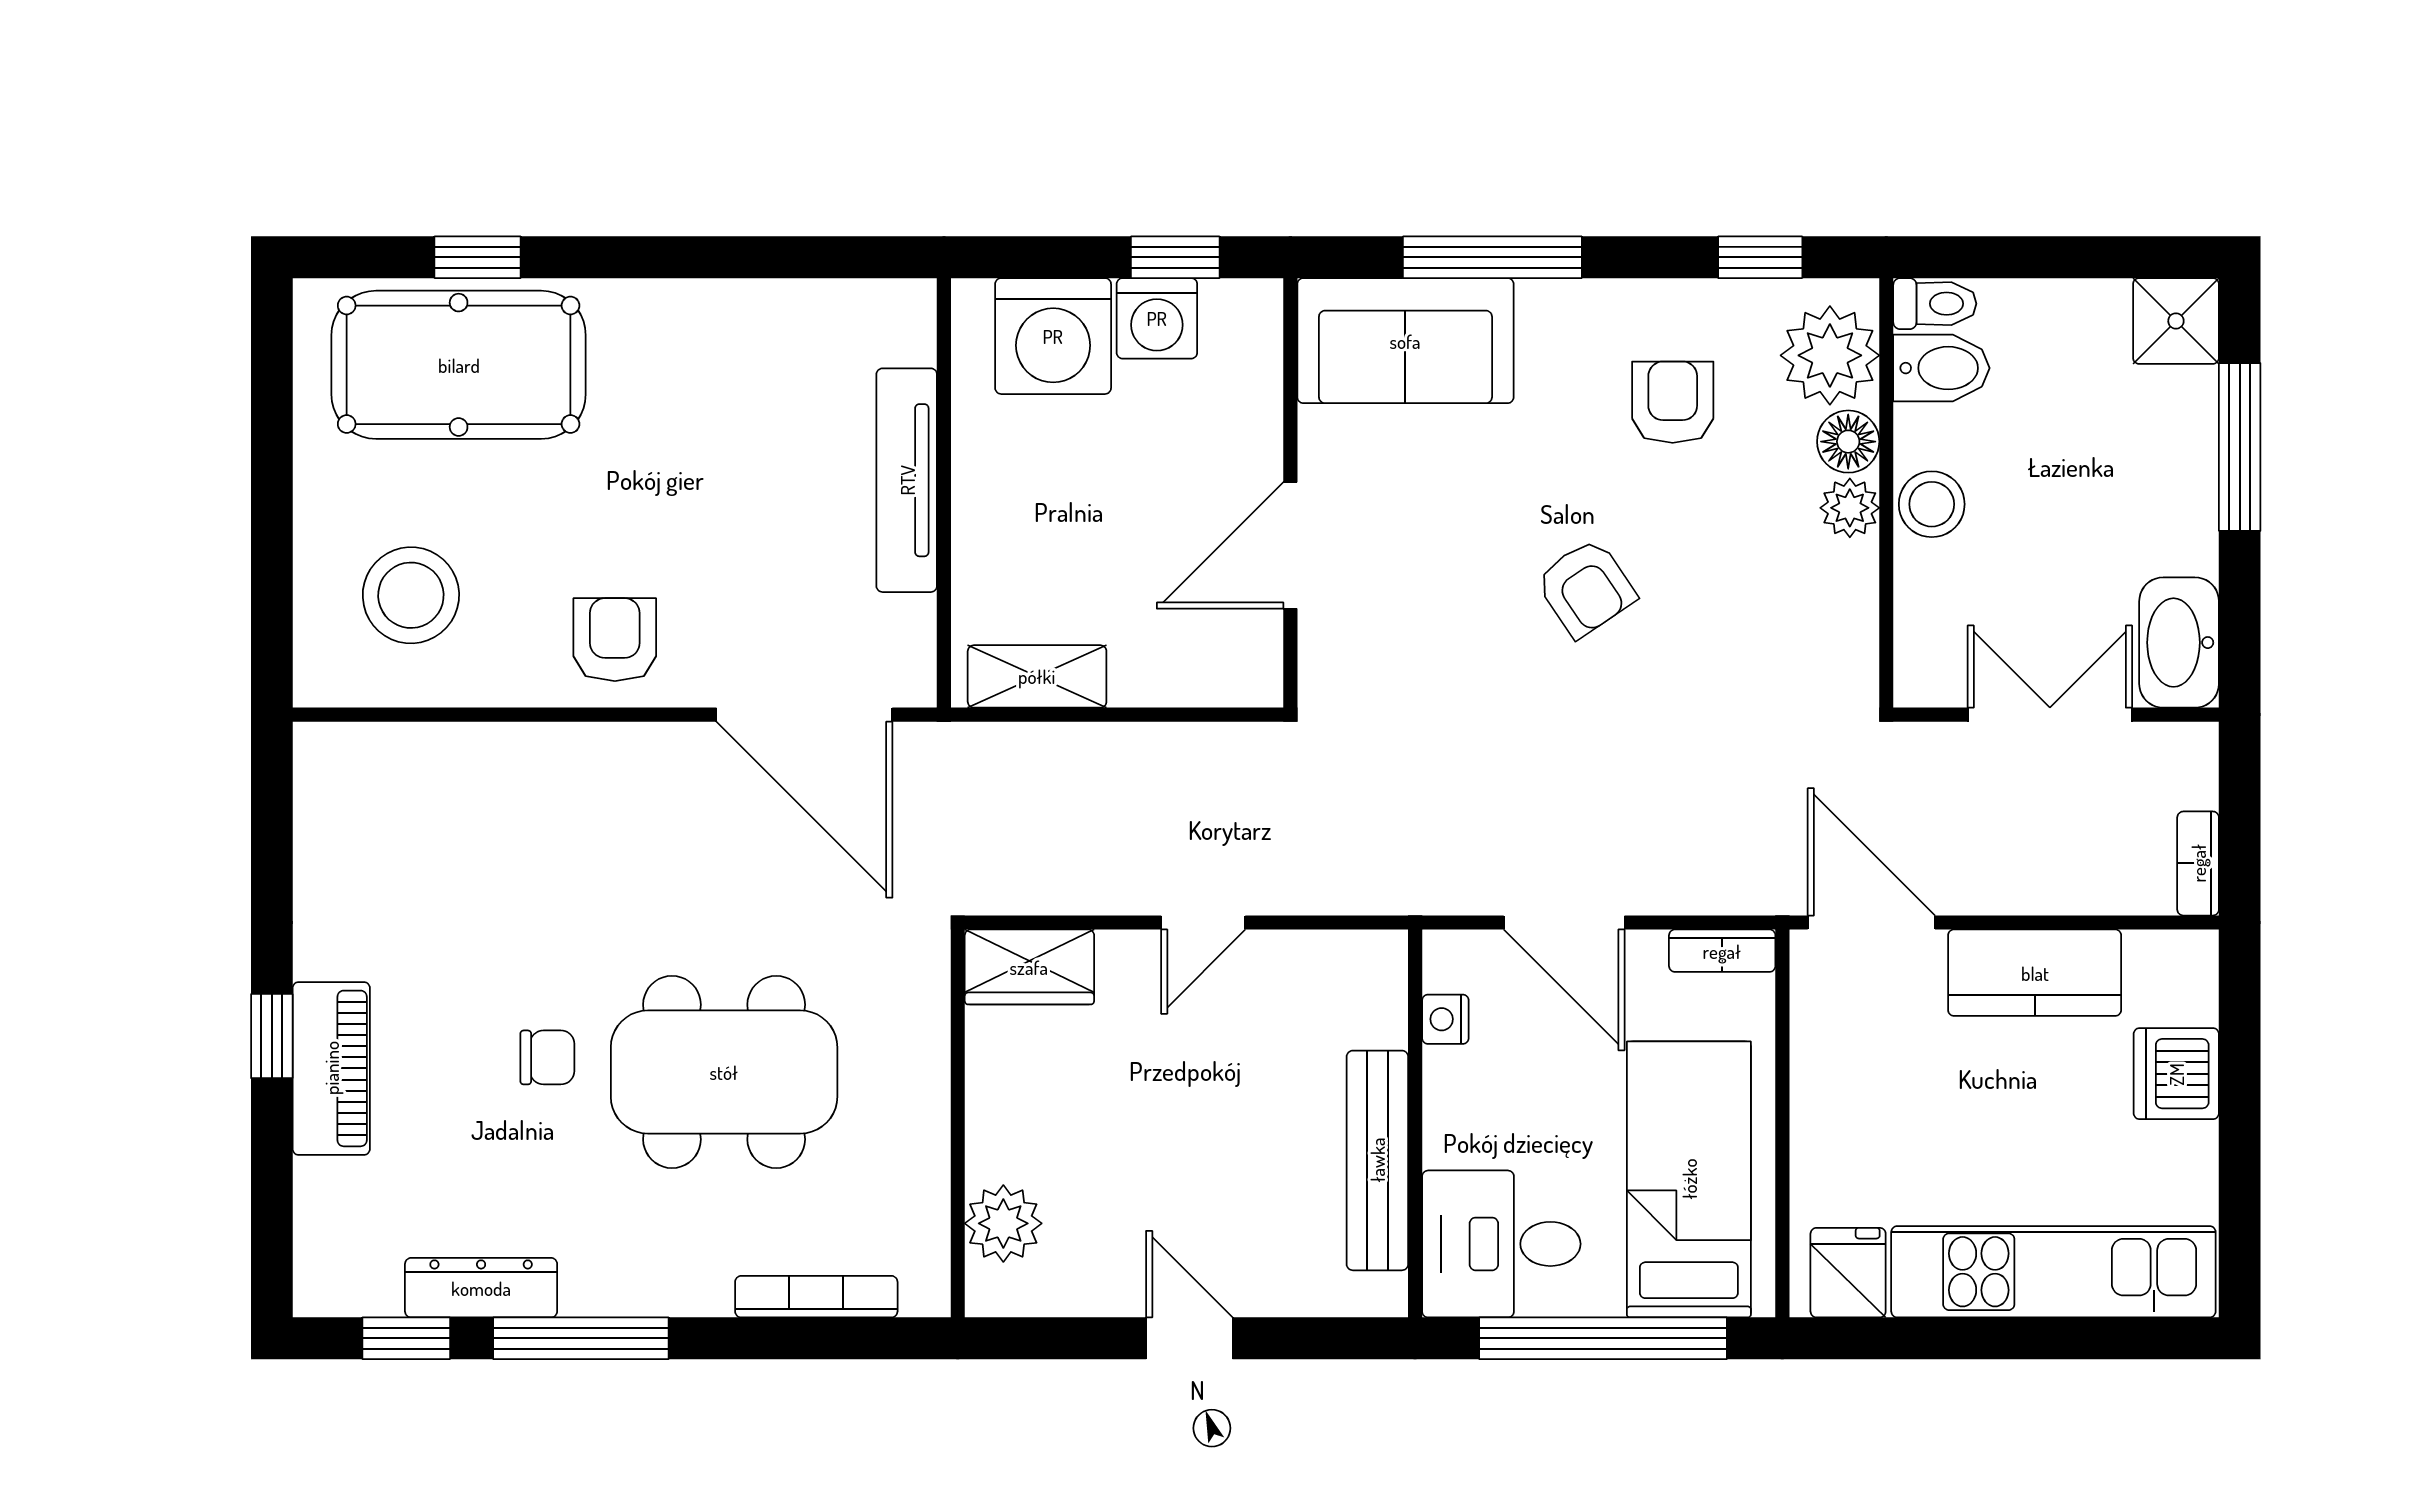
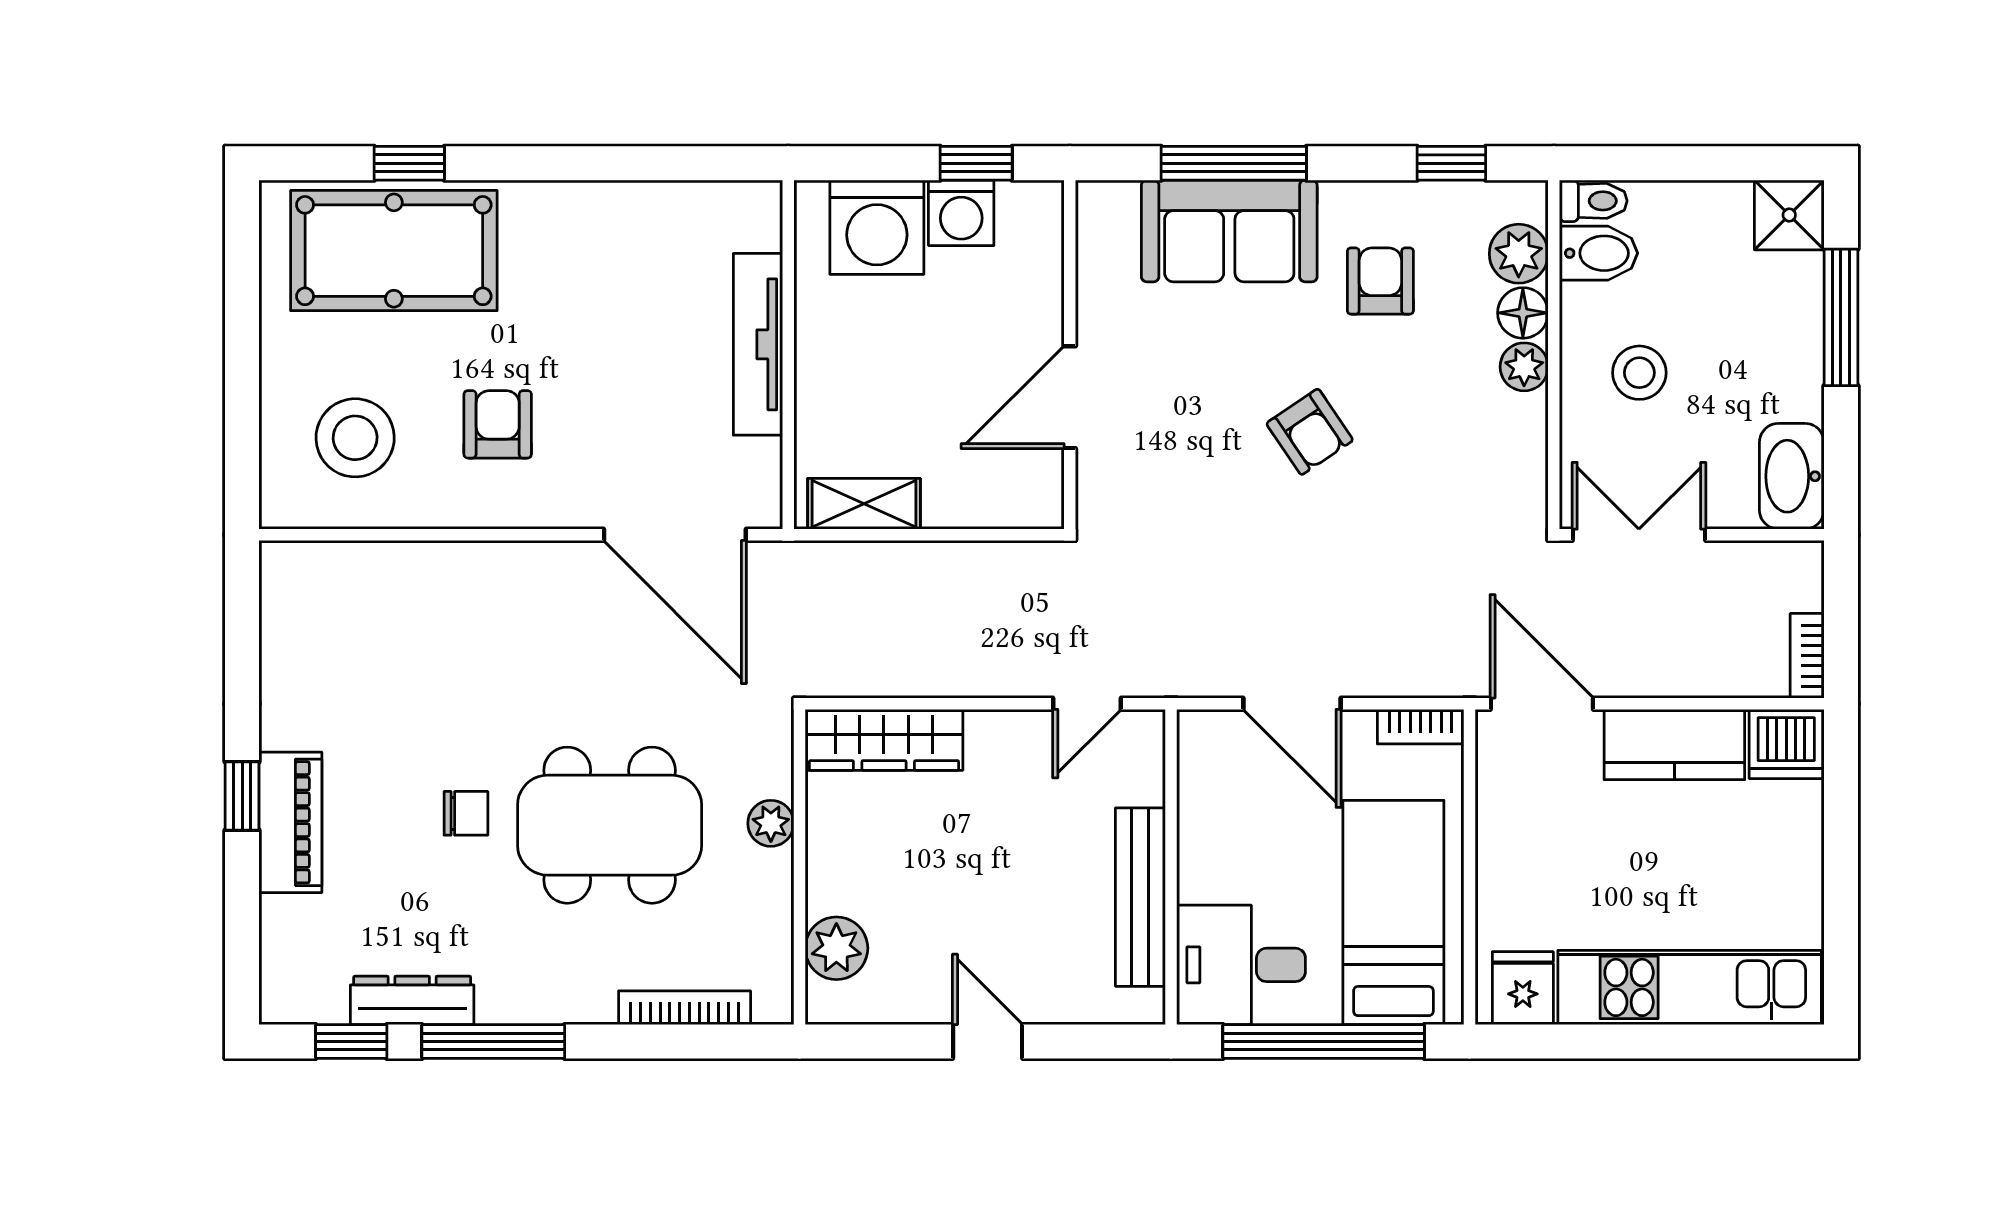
sofa: (1405, 341) -> (1229, 231), moved
plant: (1830, 355) -> (1519, 254), width x0.73, depth x0.73
stool: (1932, 504) -> (1639, 373), moved
armchair: (615, 640) -> (498, 424), moved
double door: (2050, 715) -> (1639, 535), moved
door: (1203, 922) -> (1087, 704), moved
wardrobe: (1029, 967) -> (884, 740), width x1.50
nightstand: (1445, 1019) -> (1196, 782), removed
plant: (923, 1070) -> (771, 823), added
dishwasher: (2176, 1074) -> (1786, 744), moved, turned -90

